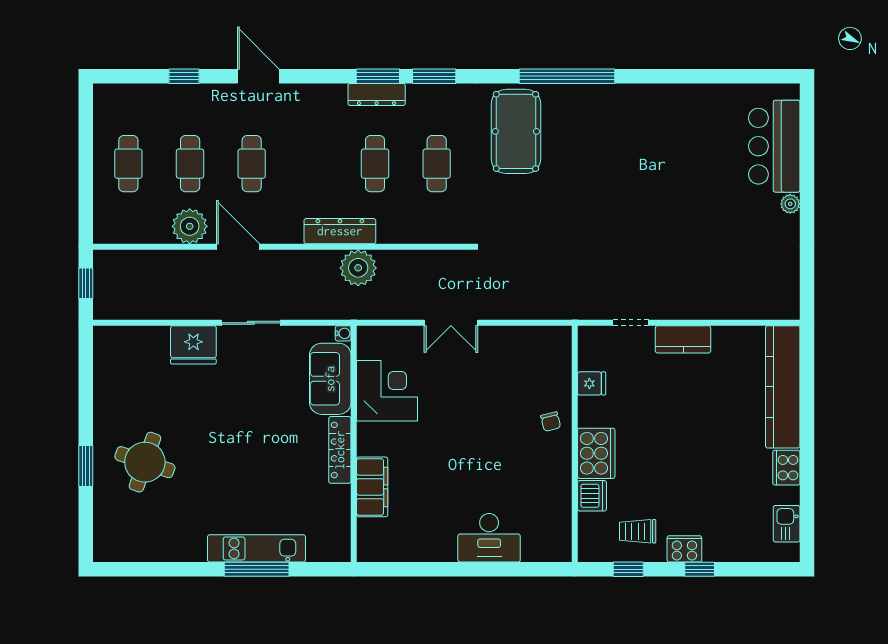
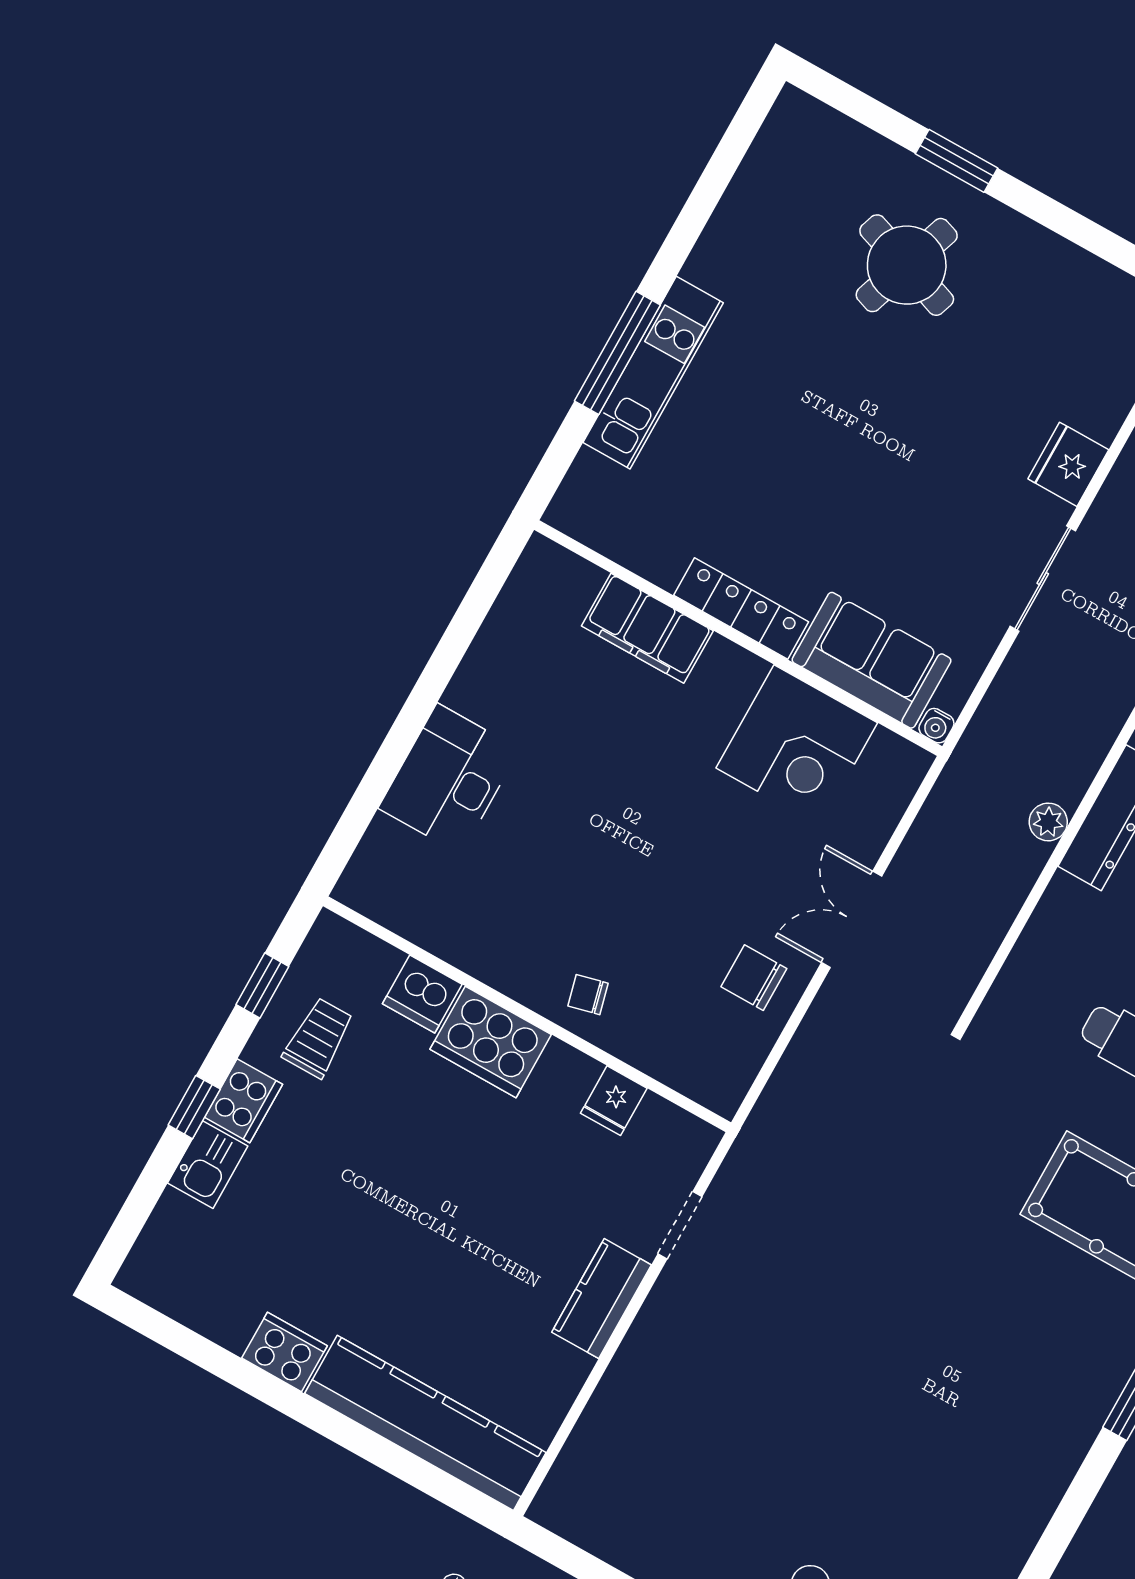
plant: (358, 268) -> (1048, 822), width x0.53, depth x0.53
fridge: (193, 345) -> (1068, 464), width x0.73, depth x0.75
chair: (502, 352) -> (754, 978), added
kitchen sink: (787, 524) -> (208, 1165), moved, turned 90

